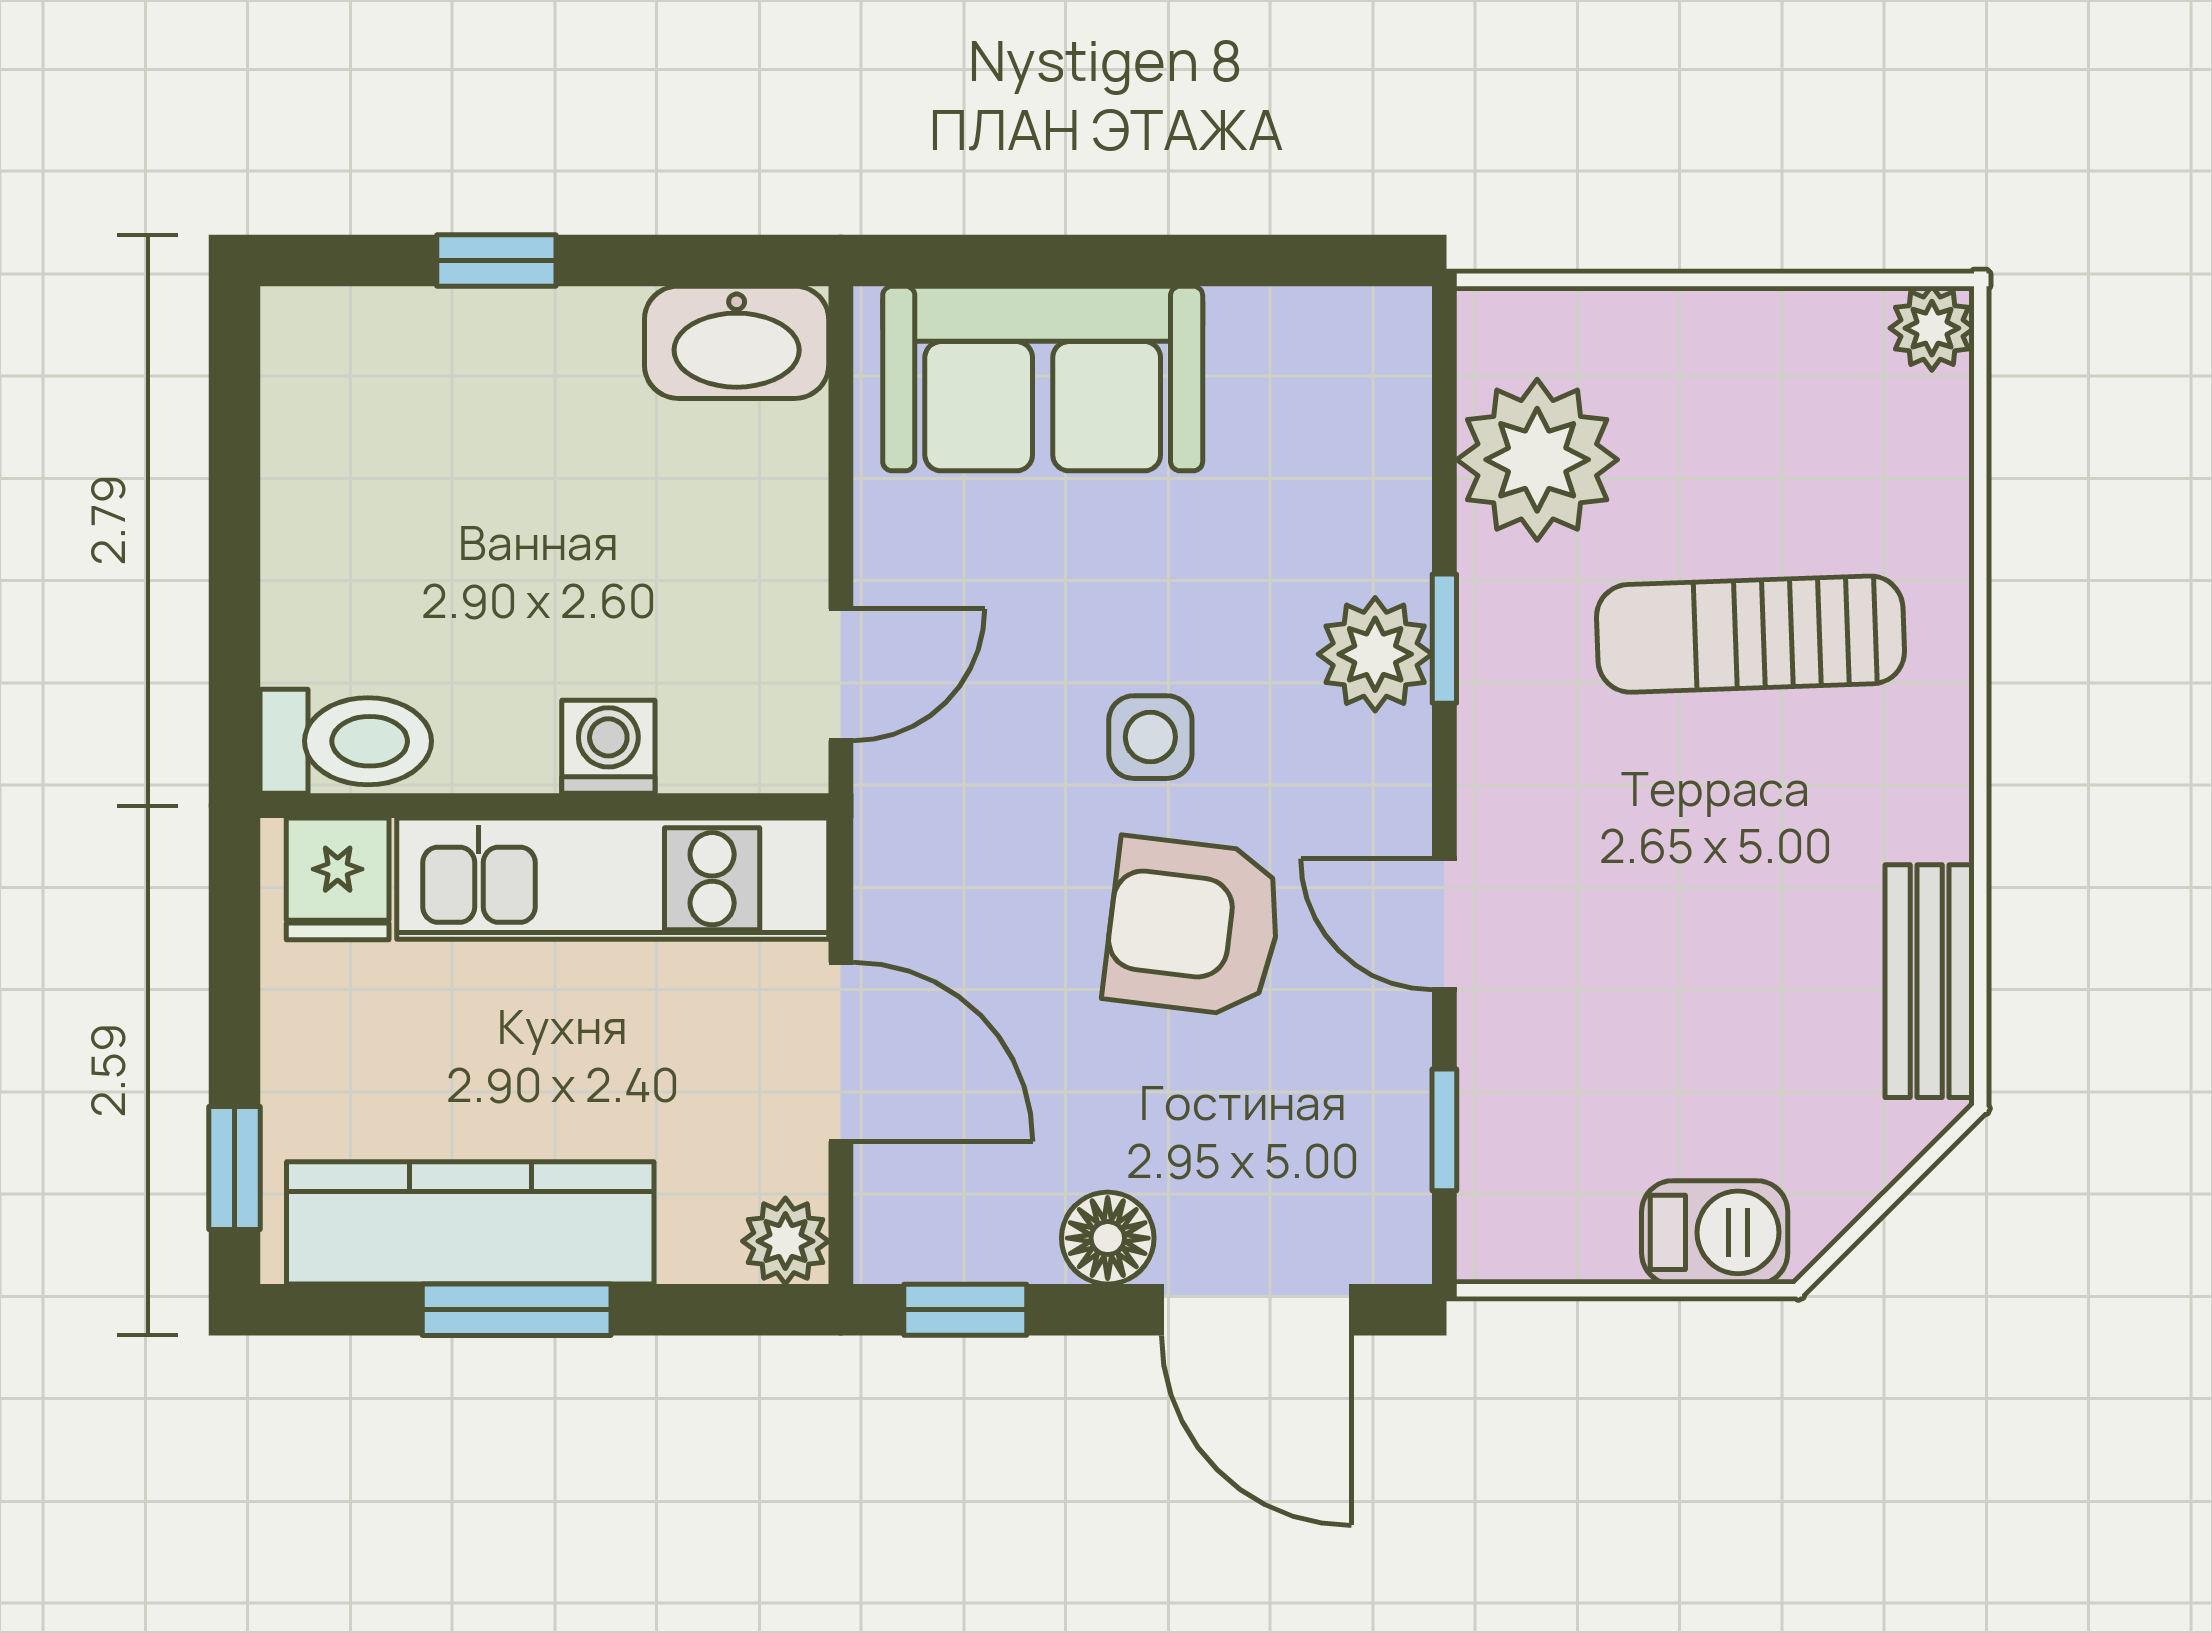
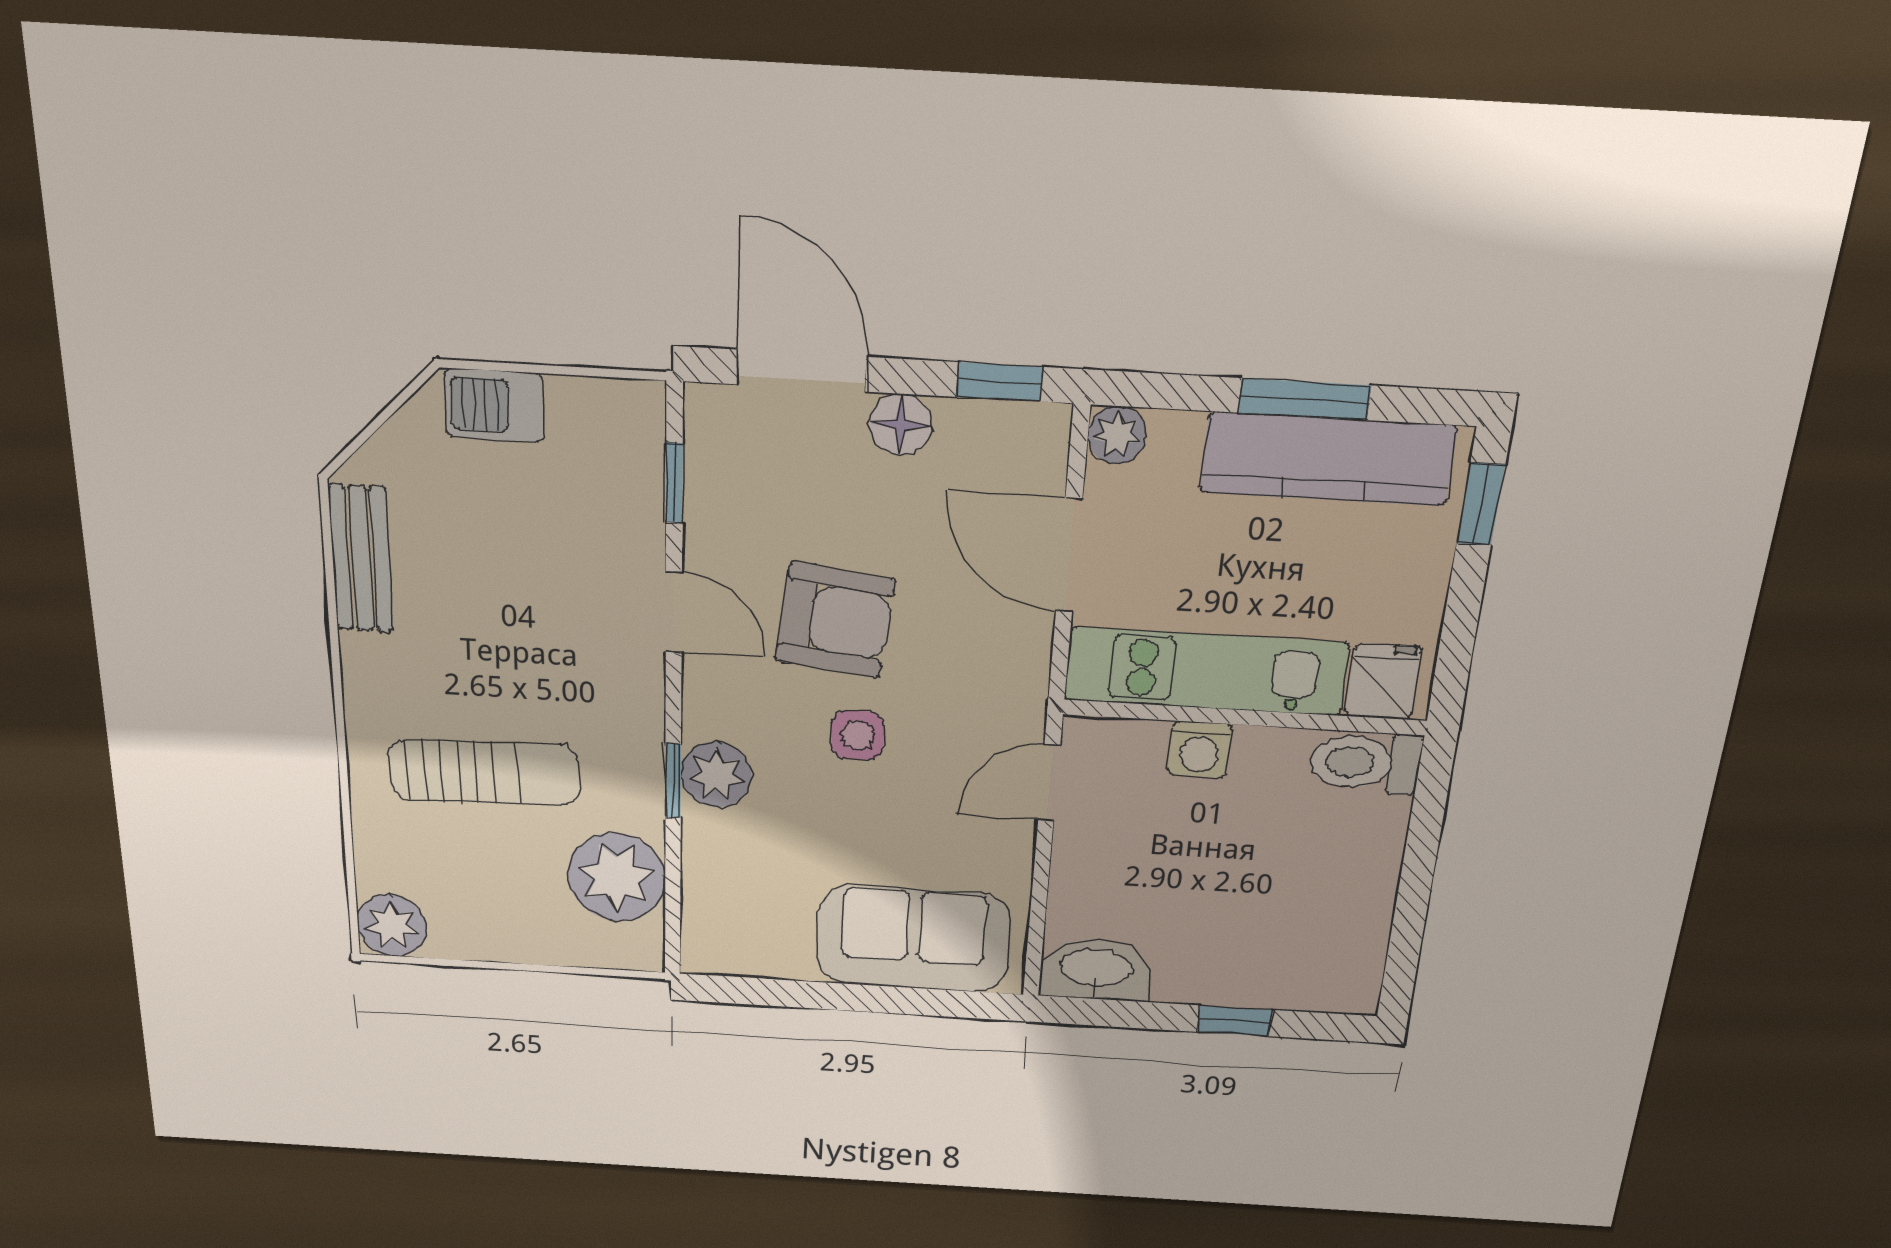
plant: (1932, 328) -> (392, 926), width x1.38, depth x1.38

